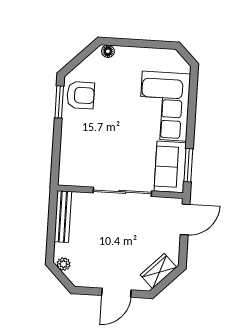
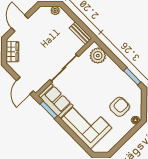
armchair: (81, 95) -> (119, 107), moved, turned 180
plant: (71, 165) -> (98, 56), added
bench: (63, 217) -> (80, 33), width x0.73

